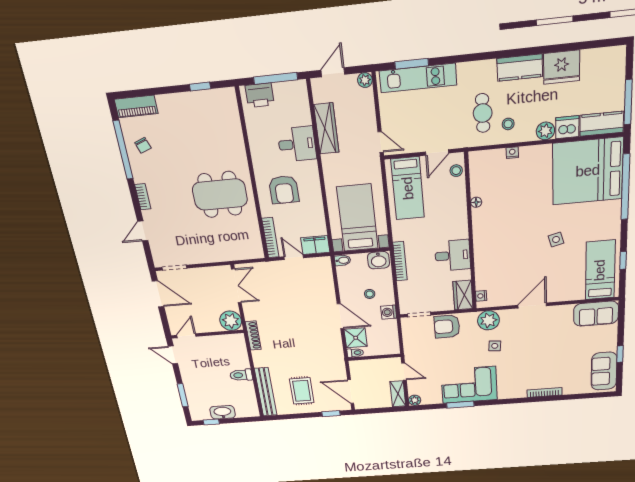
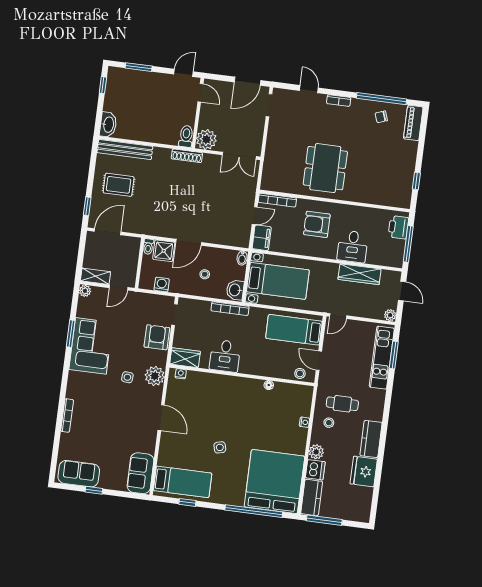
washing machine: (389, 312) -> (162, 285), moved
toilet: (241, 375) -> (186, 136), moved
washbasin: (223, 412) -> (108, 125), moved

